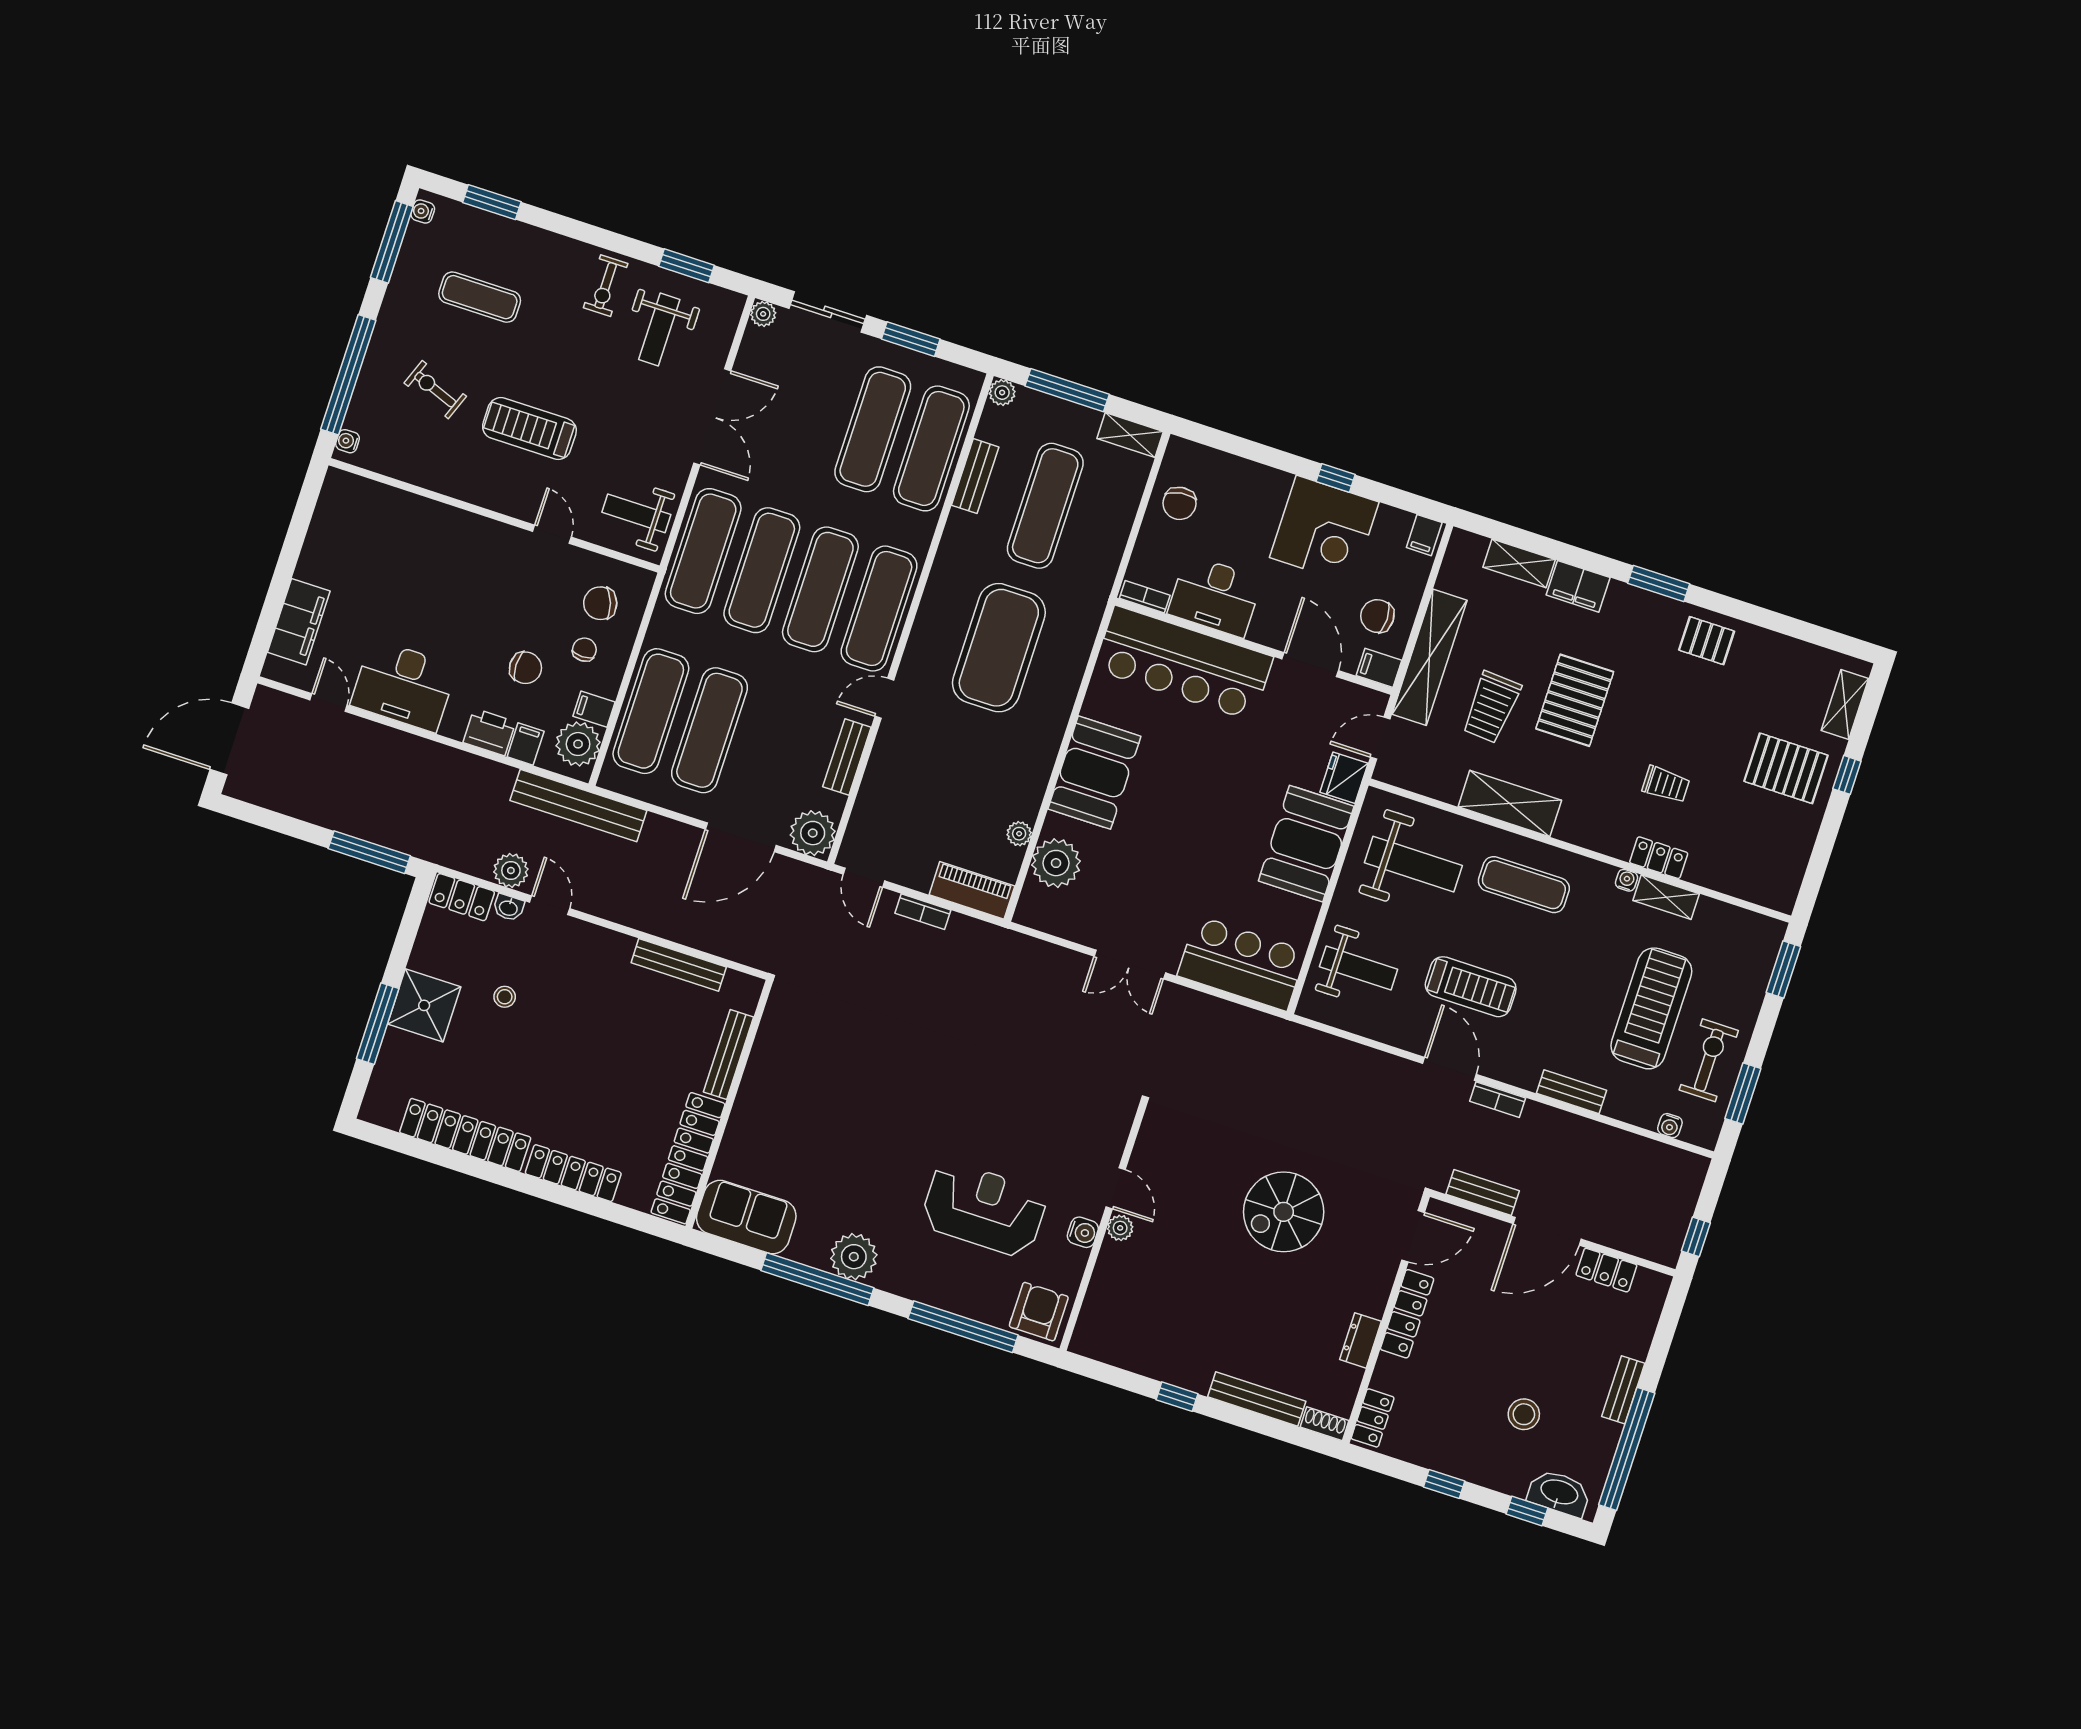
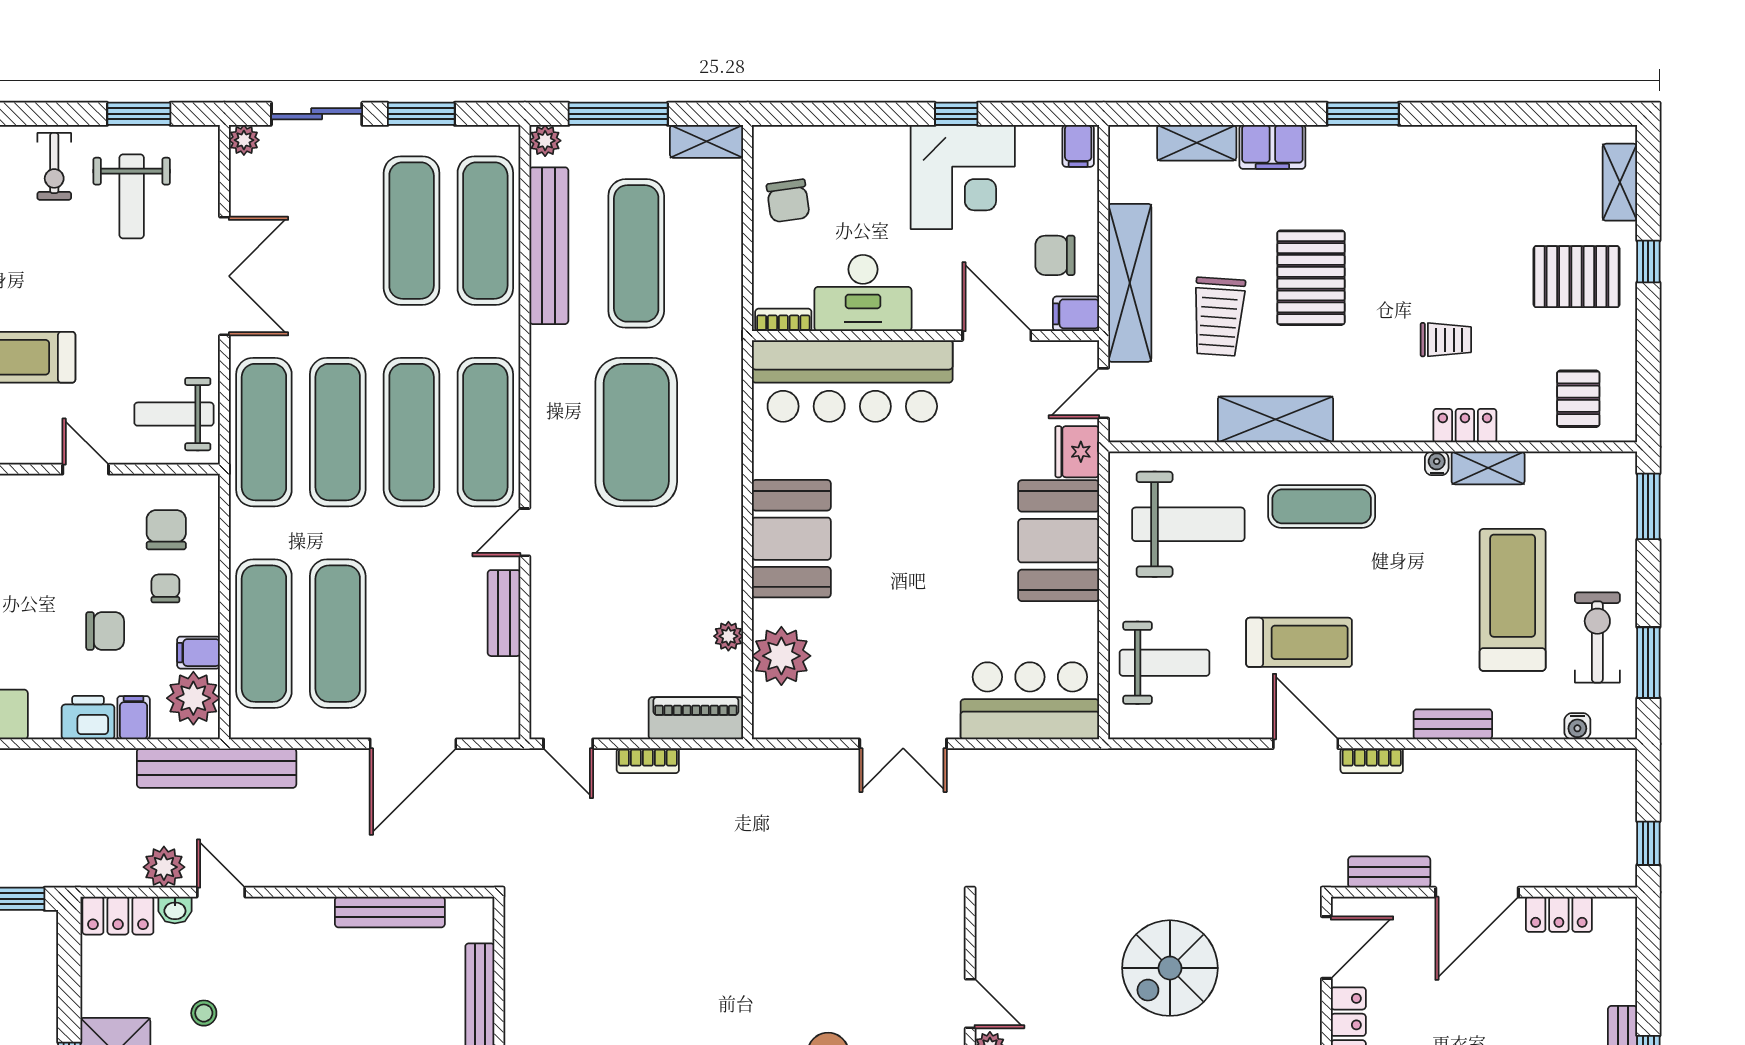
bench: (975, 476) -> (549, 246), width x1.86, depth x1.21
chair: (600, 603) -> (166, 530), turned 109
pallet: (1707, 641) -> (1578, 399), moved, turned 90
plant: (813, 833) -> (493, 712), removed

